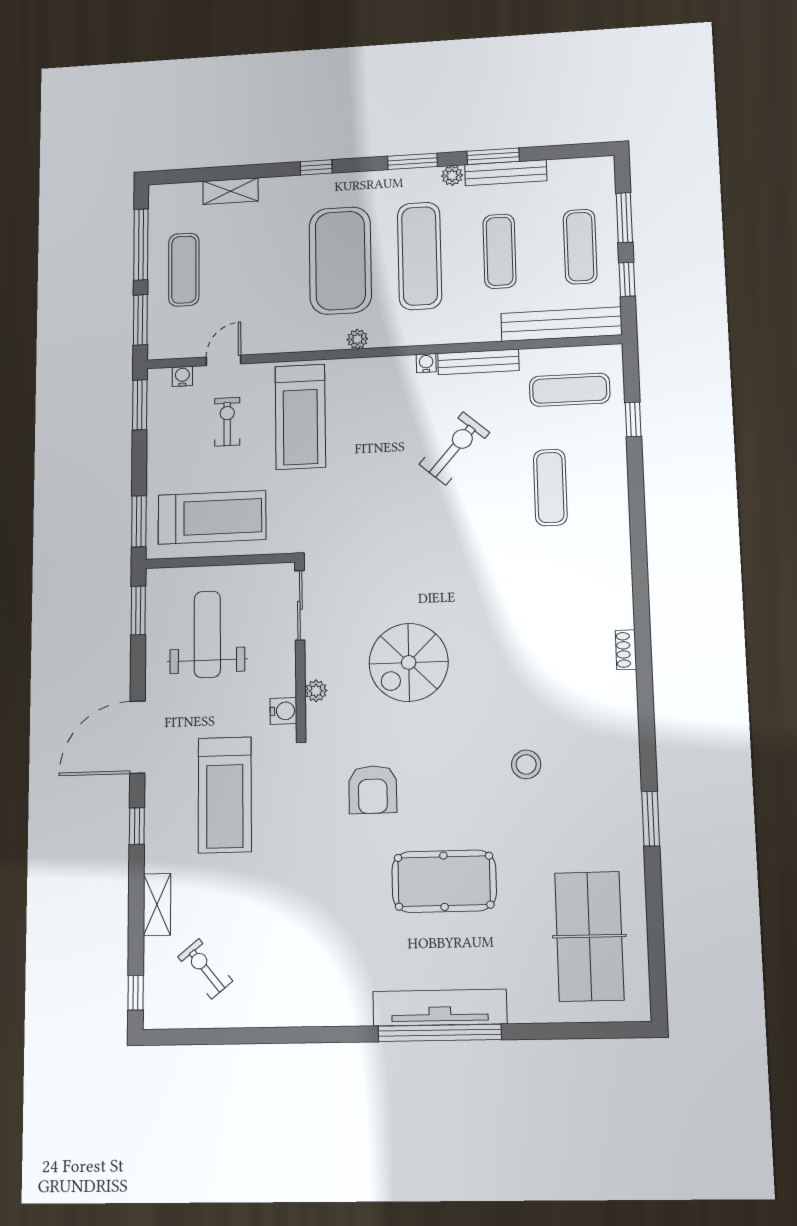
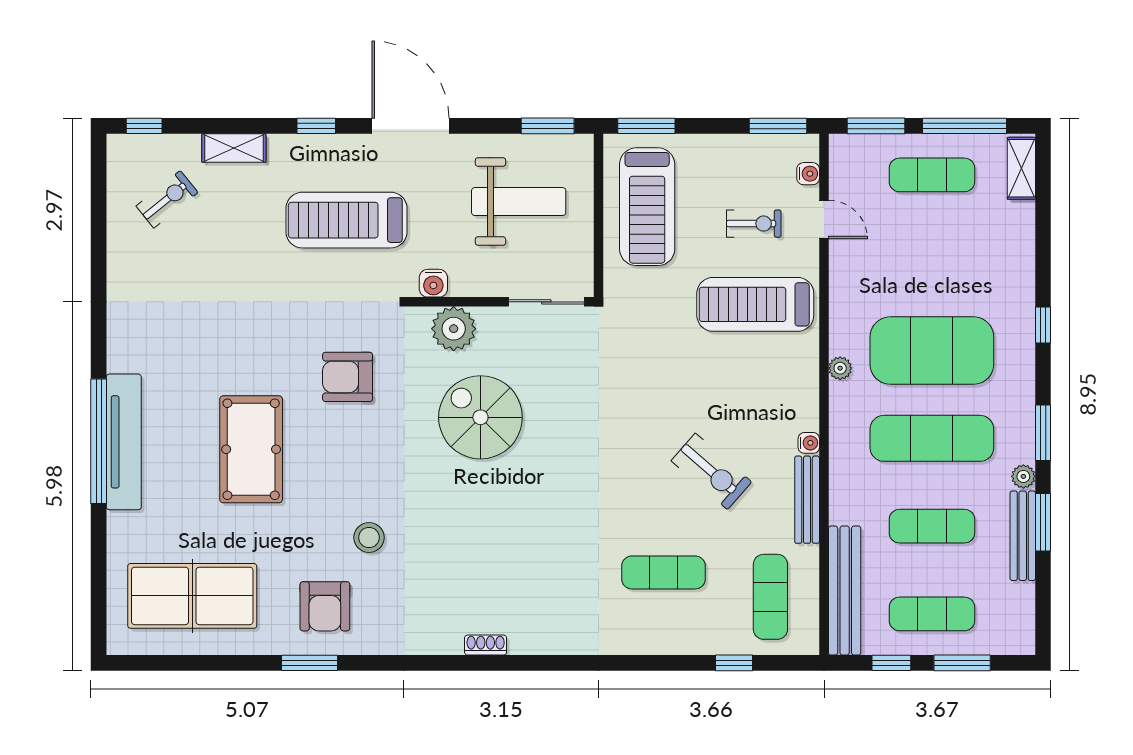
shelving: (231, 191) -> (1021, 168), moved
plant: (316, 691) -> (454, 329), width x1.88, depth x1.88
armchair: (594, 805) -> (325, 606), added

